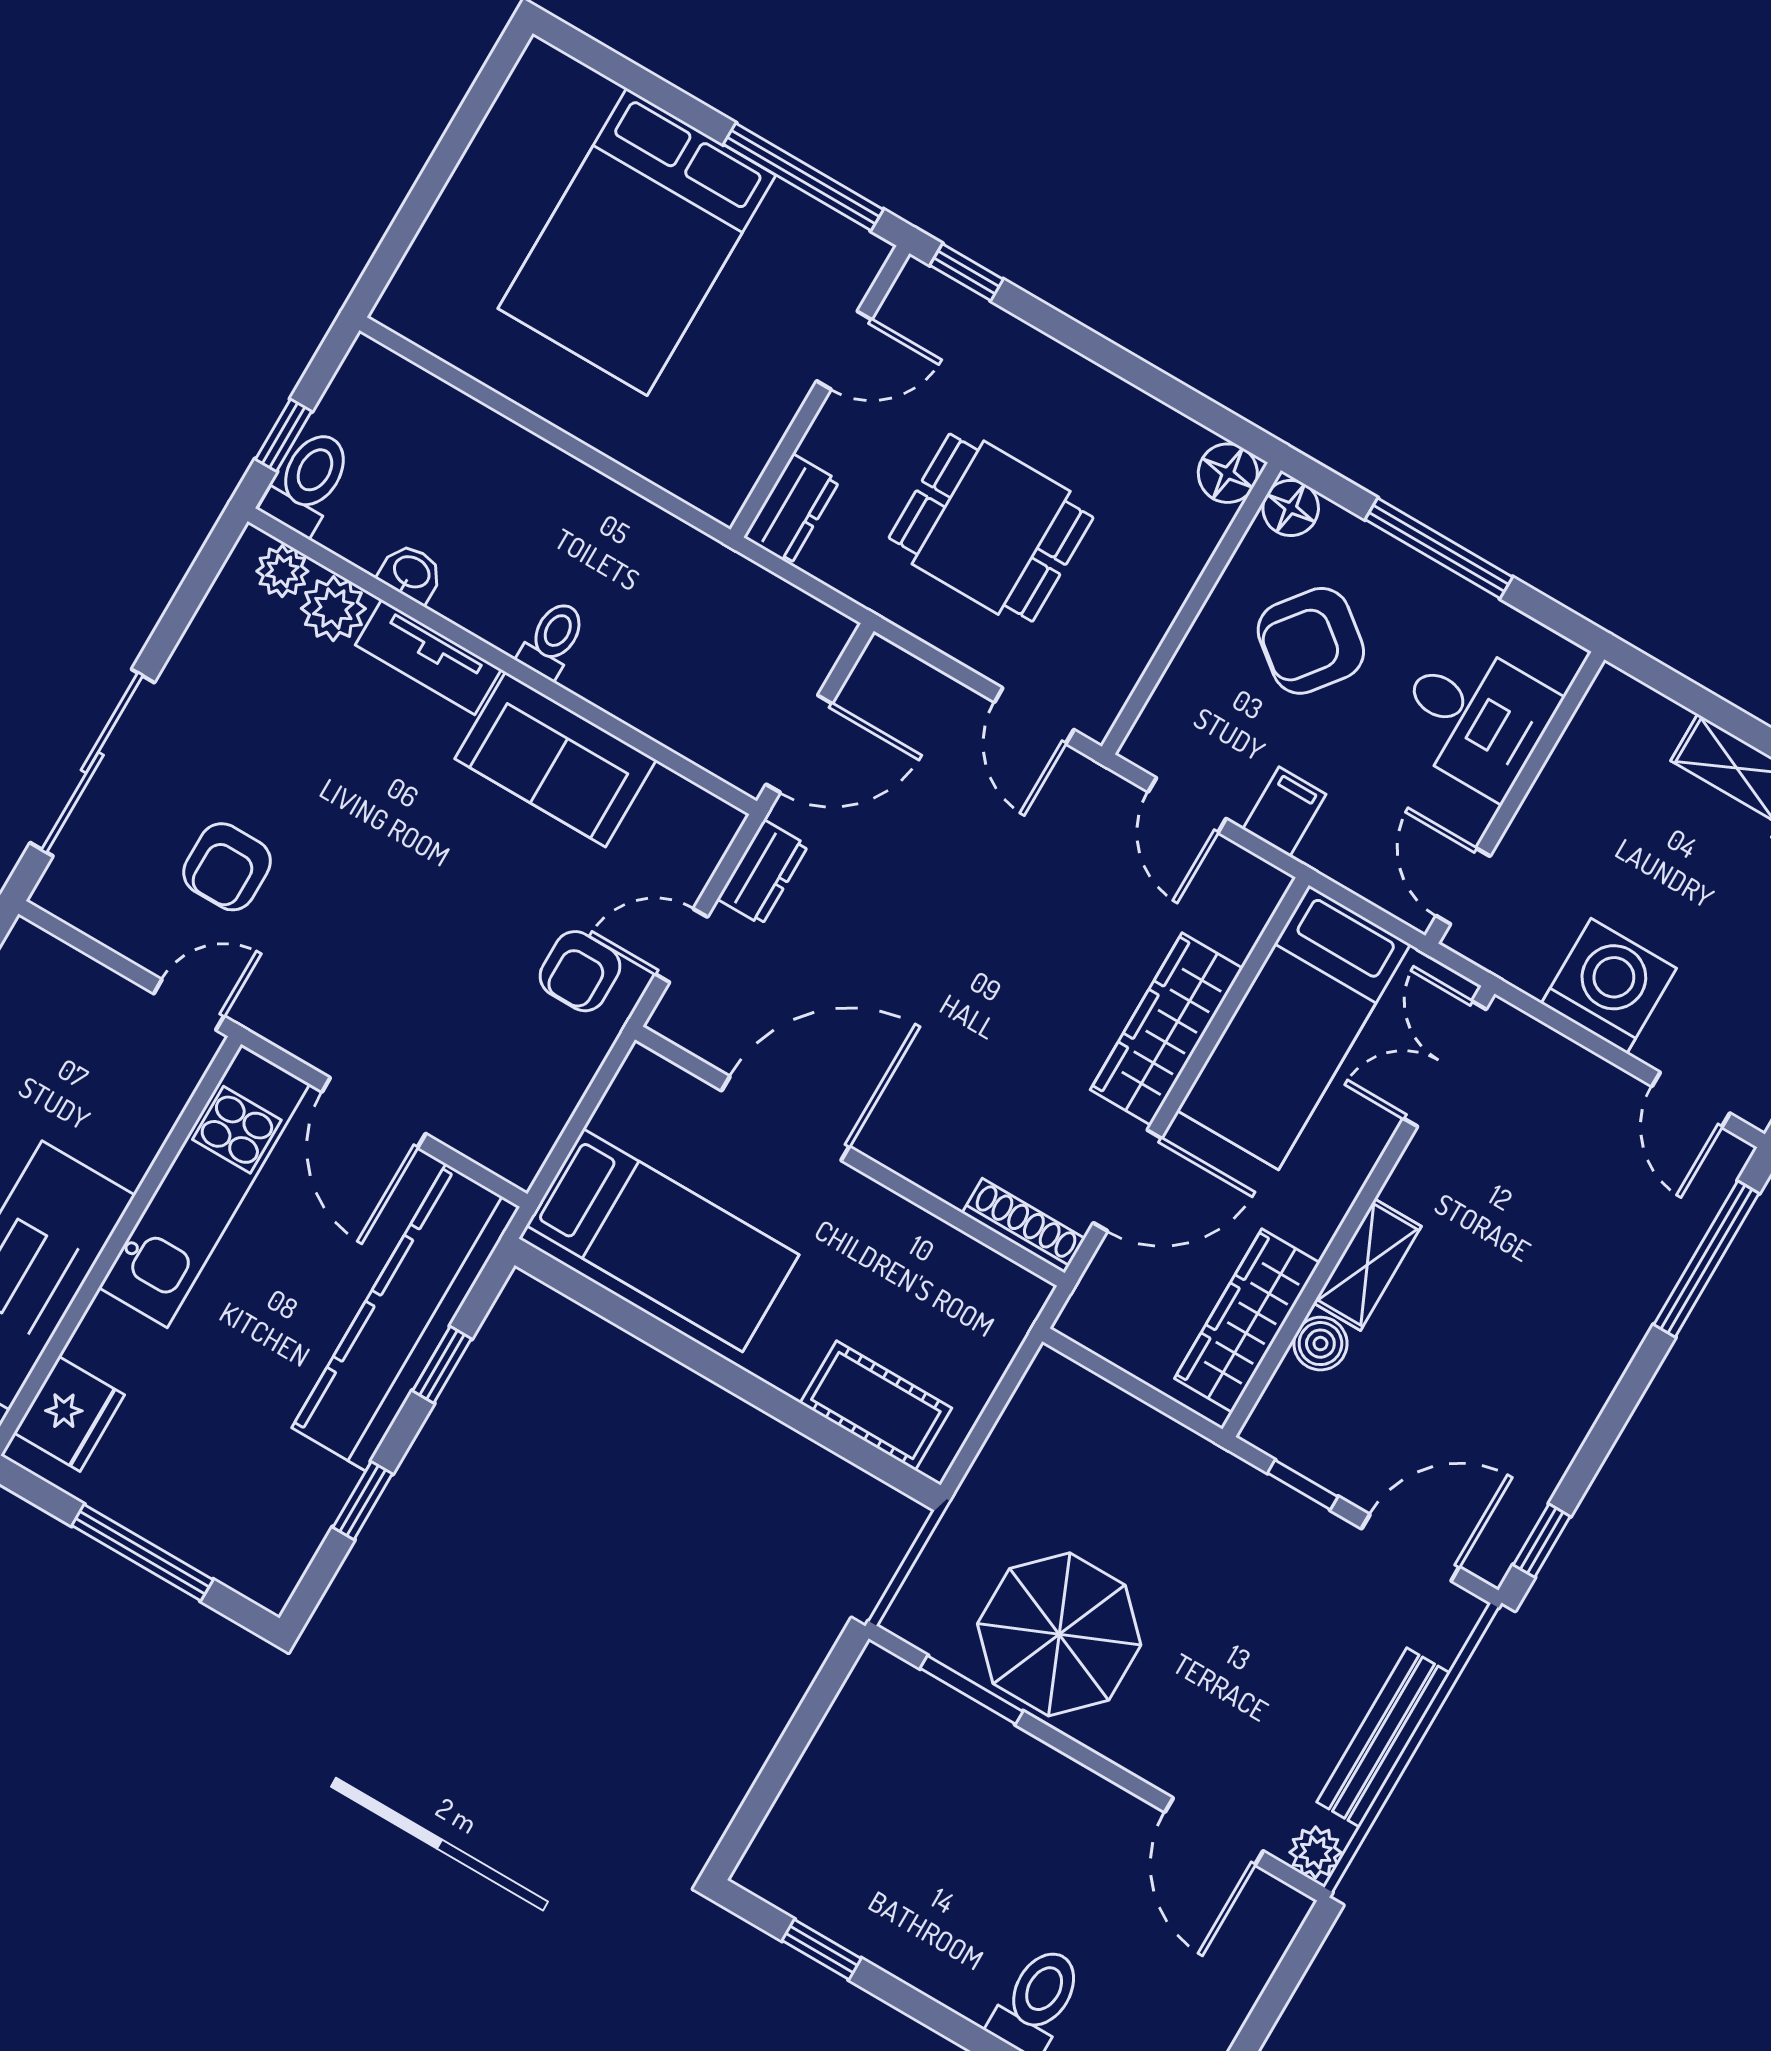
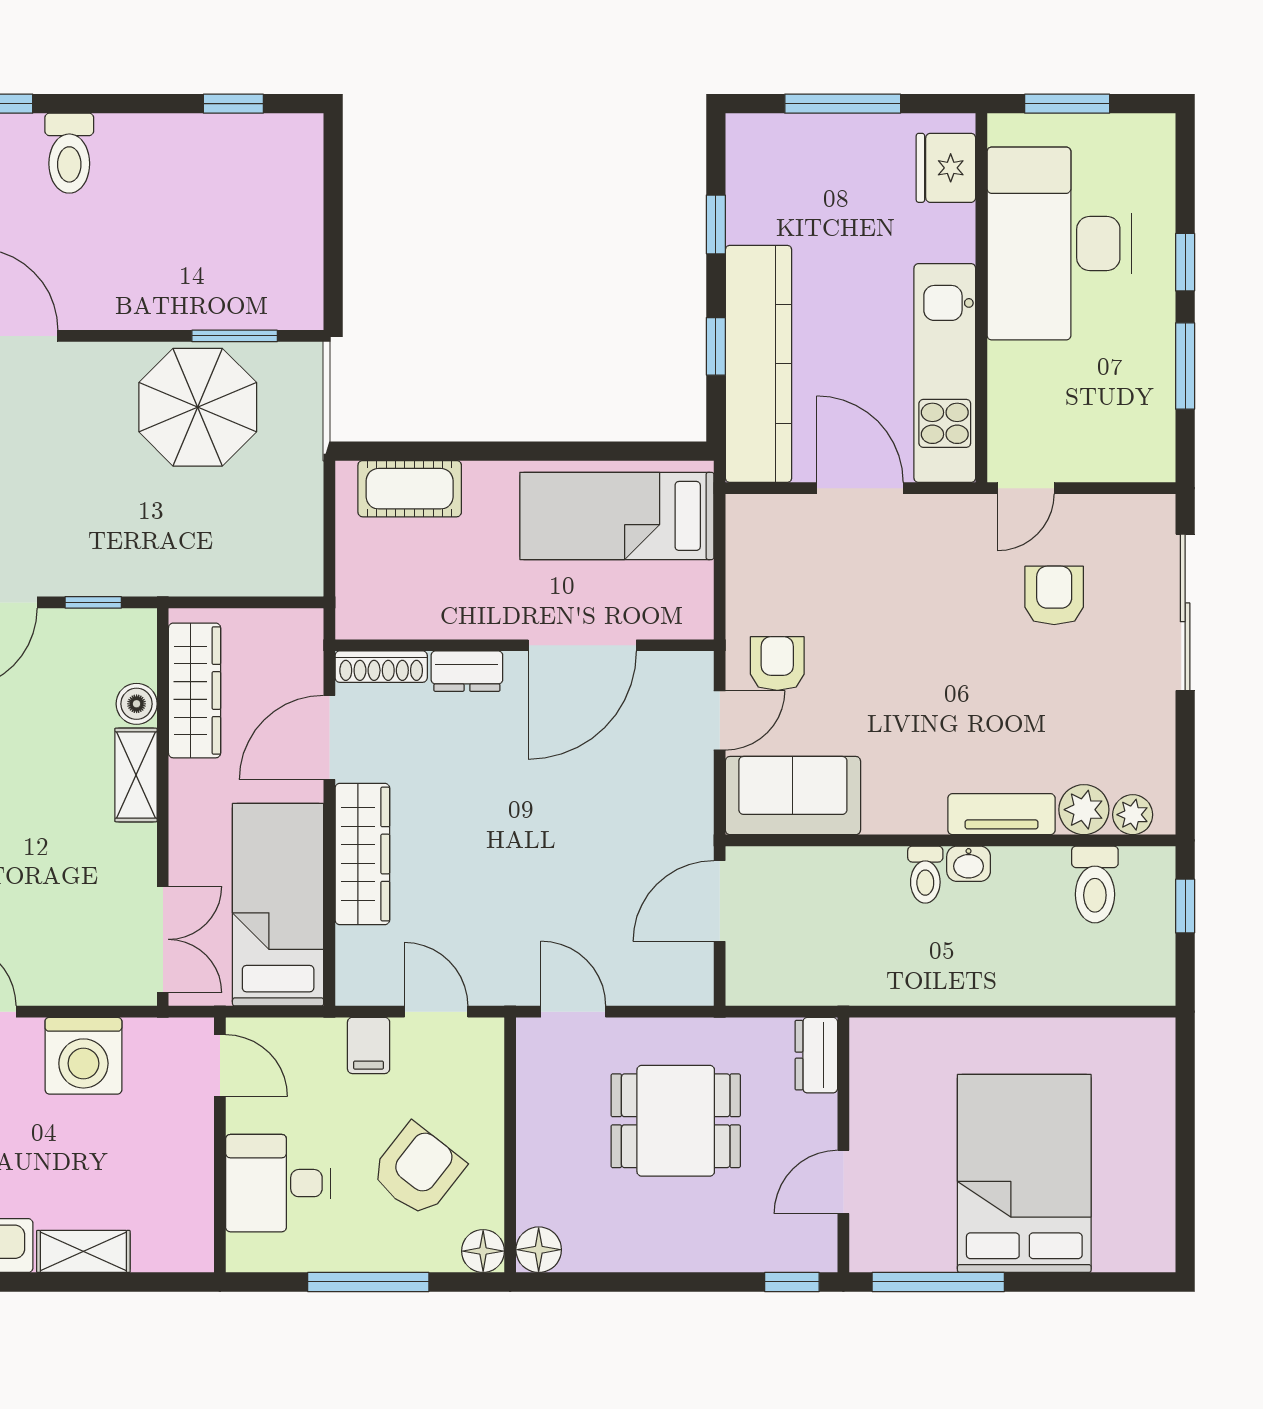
toilet: (308, 482) -> (1095, 884), moved
washbasin: (411, 573) -> (969, 864), moved
sofa: (555, 759) -> (793, 796), moved
dresser: (763, 872) -> (467, 671), moved, turned -90

